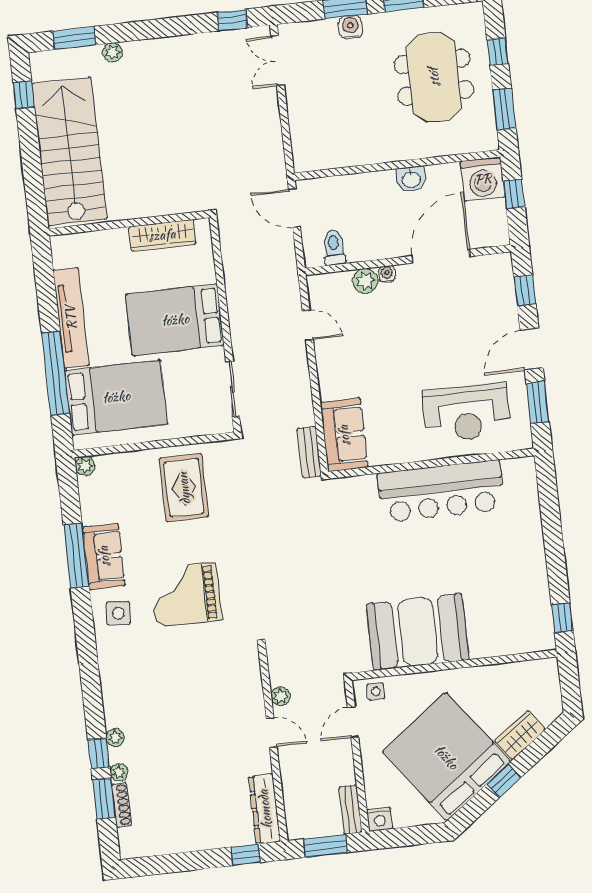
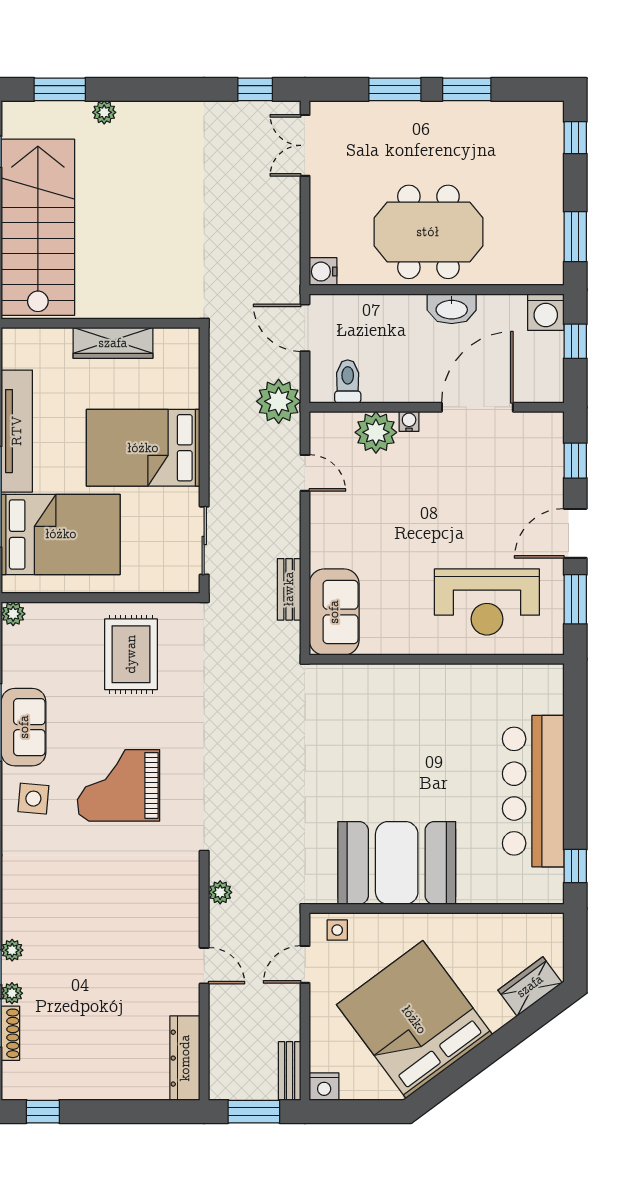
water cooler: (350, 27) -> (323, 272), moved, turned -90
window: (498, 51) -> (575, 138), moved
meeting table: (434, 77) -> (428, 232), moved, turned 90
washbasin: (411, 179) -> (452, 309), width x1.38
washing machine: (483, 179) -> (546, 312), width x0.73, depth x0.73
wardrobe: (162, 235) -> (113, 343), moved
plant: (280, 270) -> (279, 401), added
plant: (365, 281) -> (376, 432), width x1.36, depth x1.36
bench: (309, 452) -> (289, 589), moved
bar counter: (441, 491) -> (533, 791), moved, turned 90
plant: (281, 696) -> (220, 892), moved
wardrobe: (520, 735) -> (530, 986), moved
window: (504, 781) -> (481, 1057), removed
window: (246, 855) -> (43, 1112), moved

